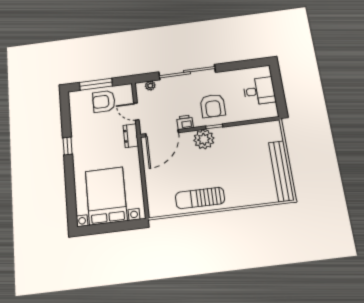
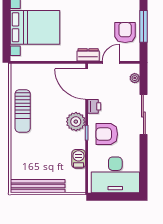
sliding door: (187, 72) -> (143, 115), width x0.73
desk: (259, 91) -> (115, 175), width x1.87, depth x1.30
barbecue: (244, 131) -> (79, 159), added
sun lounger: (200, 198) -> (23, 111), turned 180

